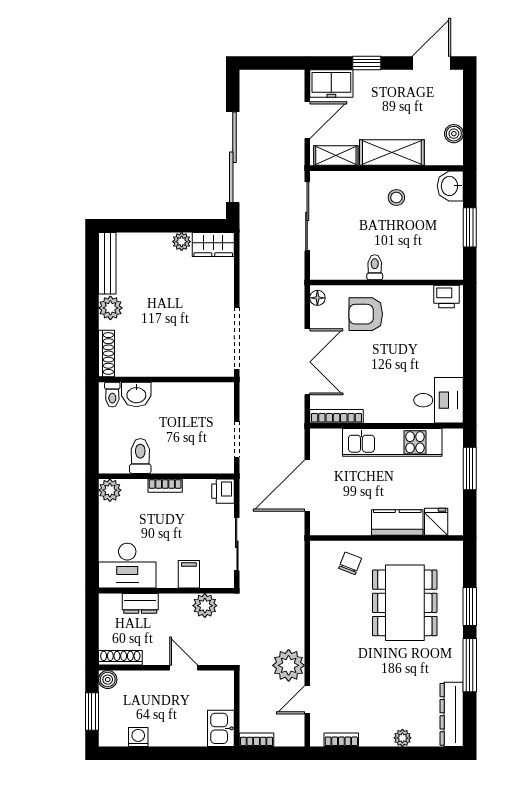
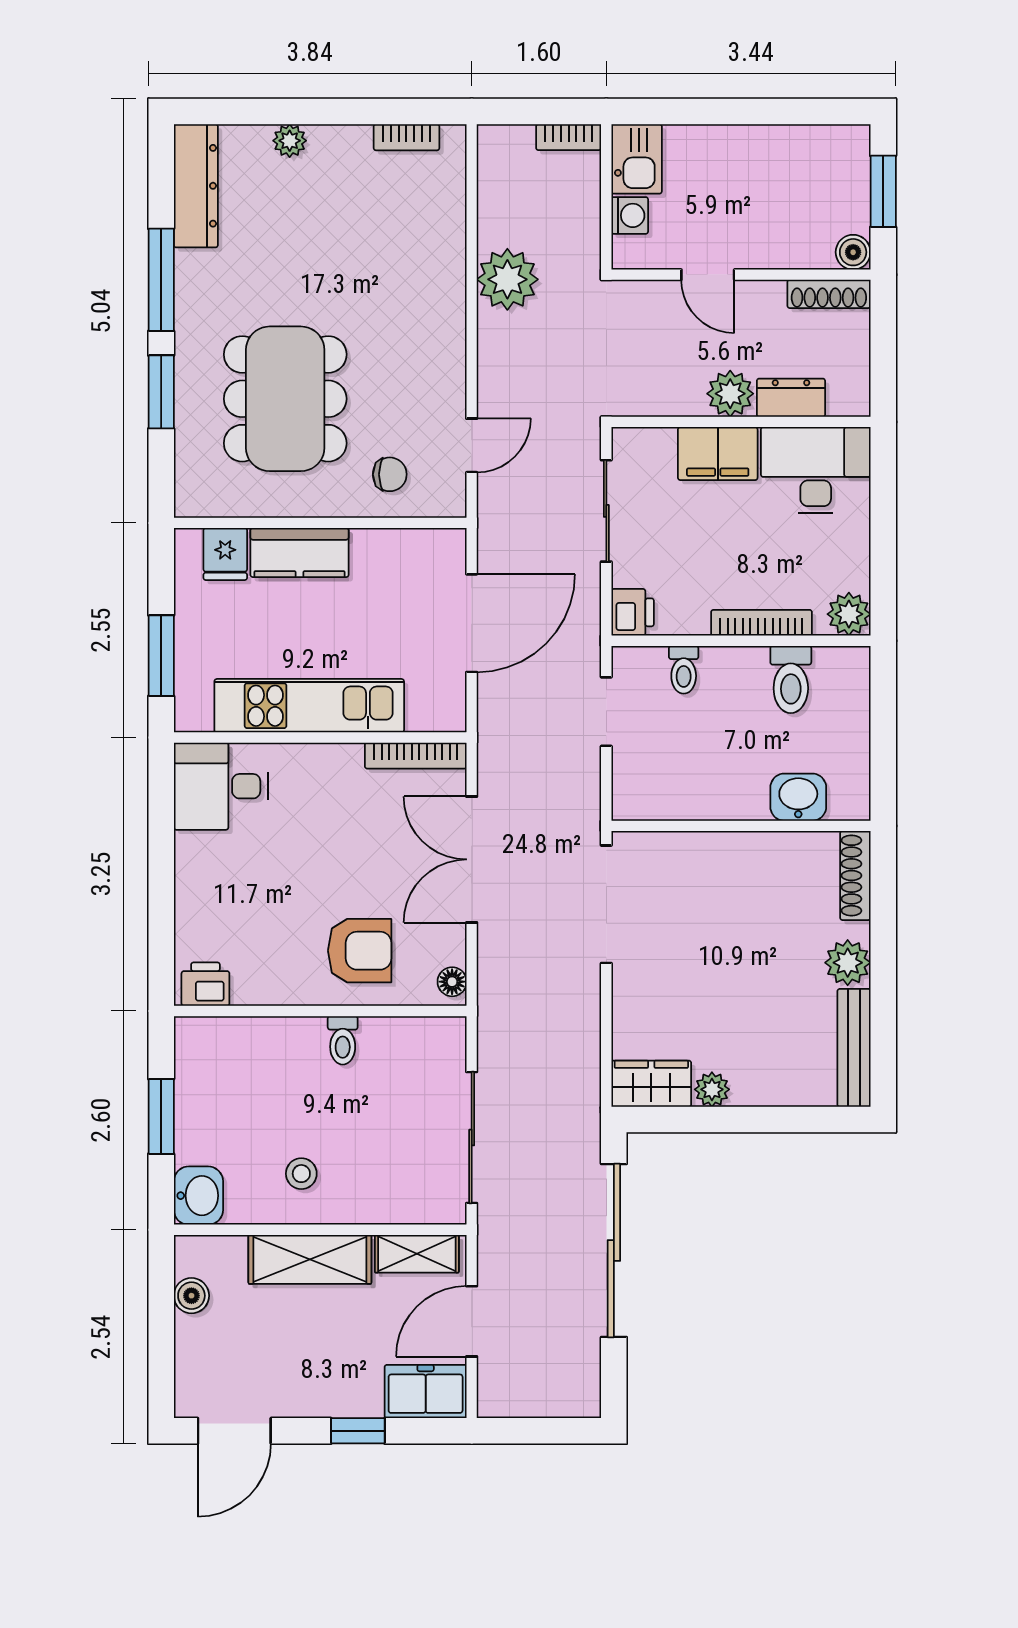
toilet: (112, 395) -> (684, 670), moved, turned 180
bookcase: (165, 486) -> (761, 623), width x1.56
chair: (350, 563) -> (390, 474), turned -111
filing cabinet: (189, 574) -> (718, 454), width x2.00
plant: (205, 606) -> (730, 394), moved
door: (307, 700) -> (472, 445), moved
washing machine: (138, 737) -> (630, 215), moved, turned -90

